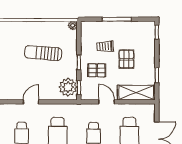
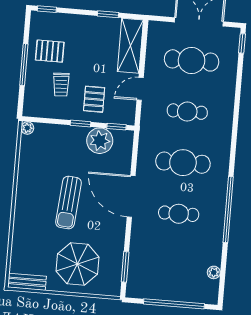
sun lounger: (43, 53) -> (68, 203), moved
pallet: (126, 59) -> (50, 51), moved
plant: (68, 87) -> (100, 141), moved
door: (31, 102) -> (131, 196), width x1.88

